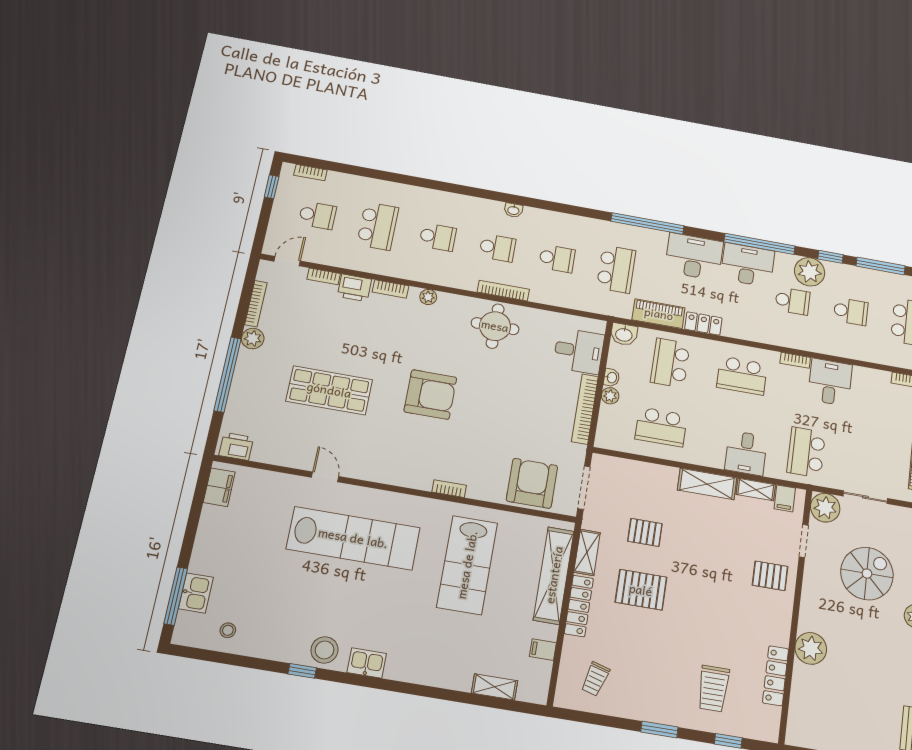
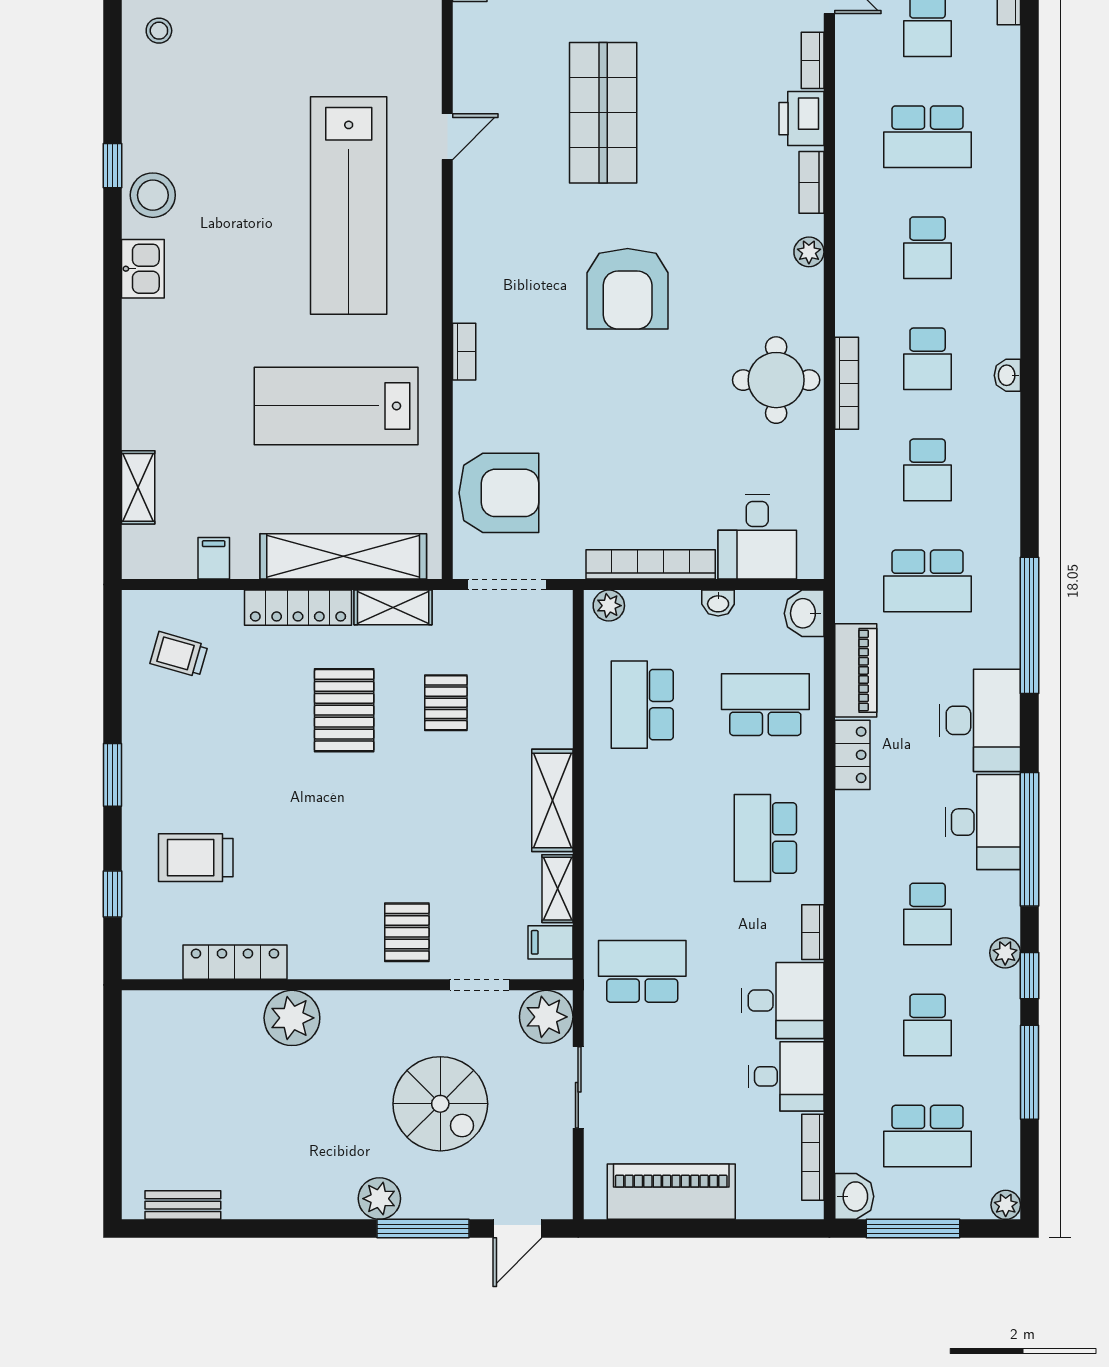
plant: (810, 272) -> (1005, 953), width x0.53, depth x0.53
plant: (610, 396) -> (609, 606), moved
desk: (746, 453) -> (786, 1076), moved, turned 180

